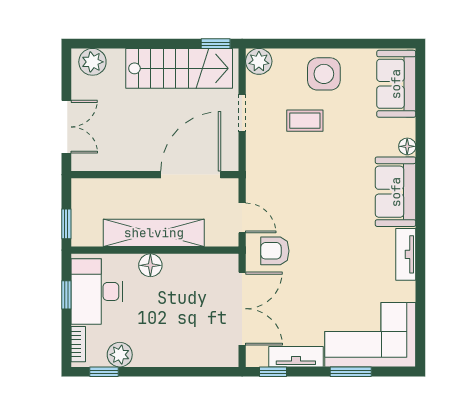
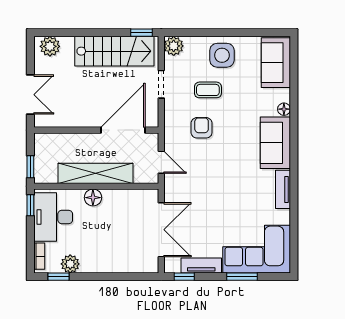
armchair: (275, 251) -> (202, 128), moved, turned 90
window: (66, 295) -> (30, 205), moved

